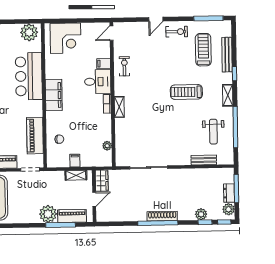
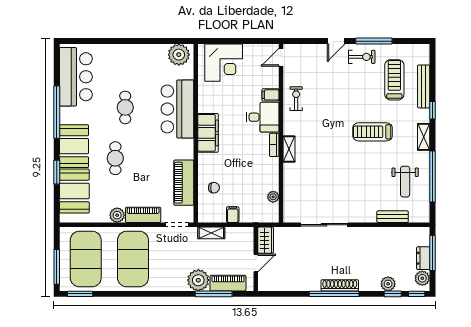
window: (208, 18) -> (374, 41), moved
shelving: (76, 175) -> (211, 233), moved

